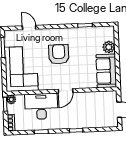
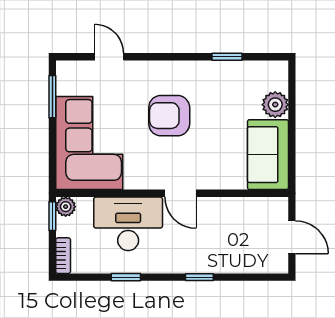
armchair: (59, 54) -> (169, 116), turned -90
door: (66, 91) -> (180, 193), hinge flipped

